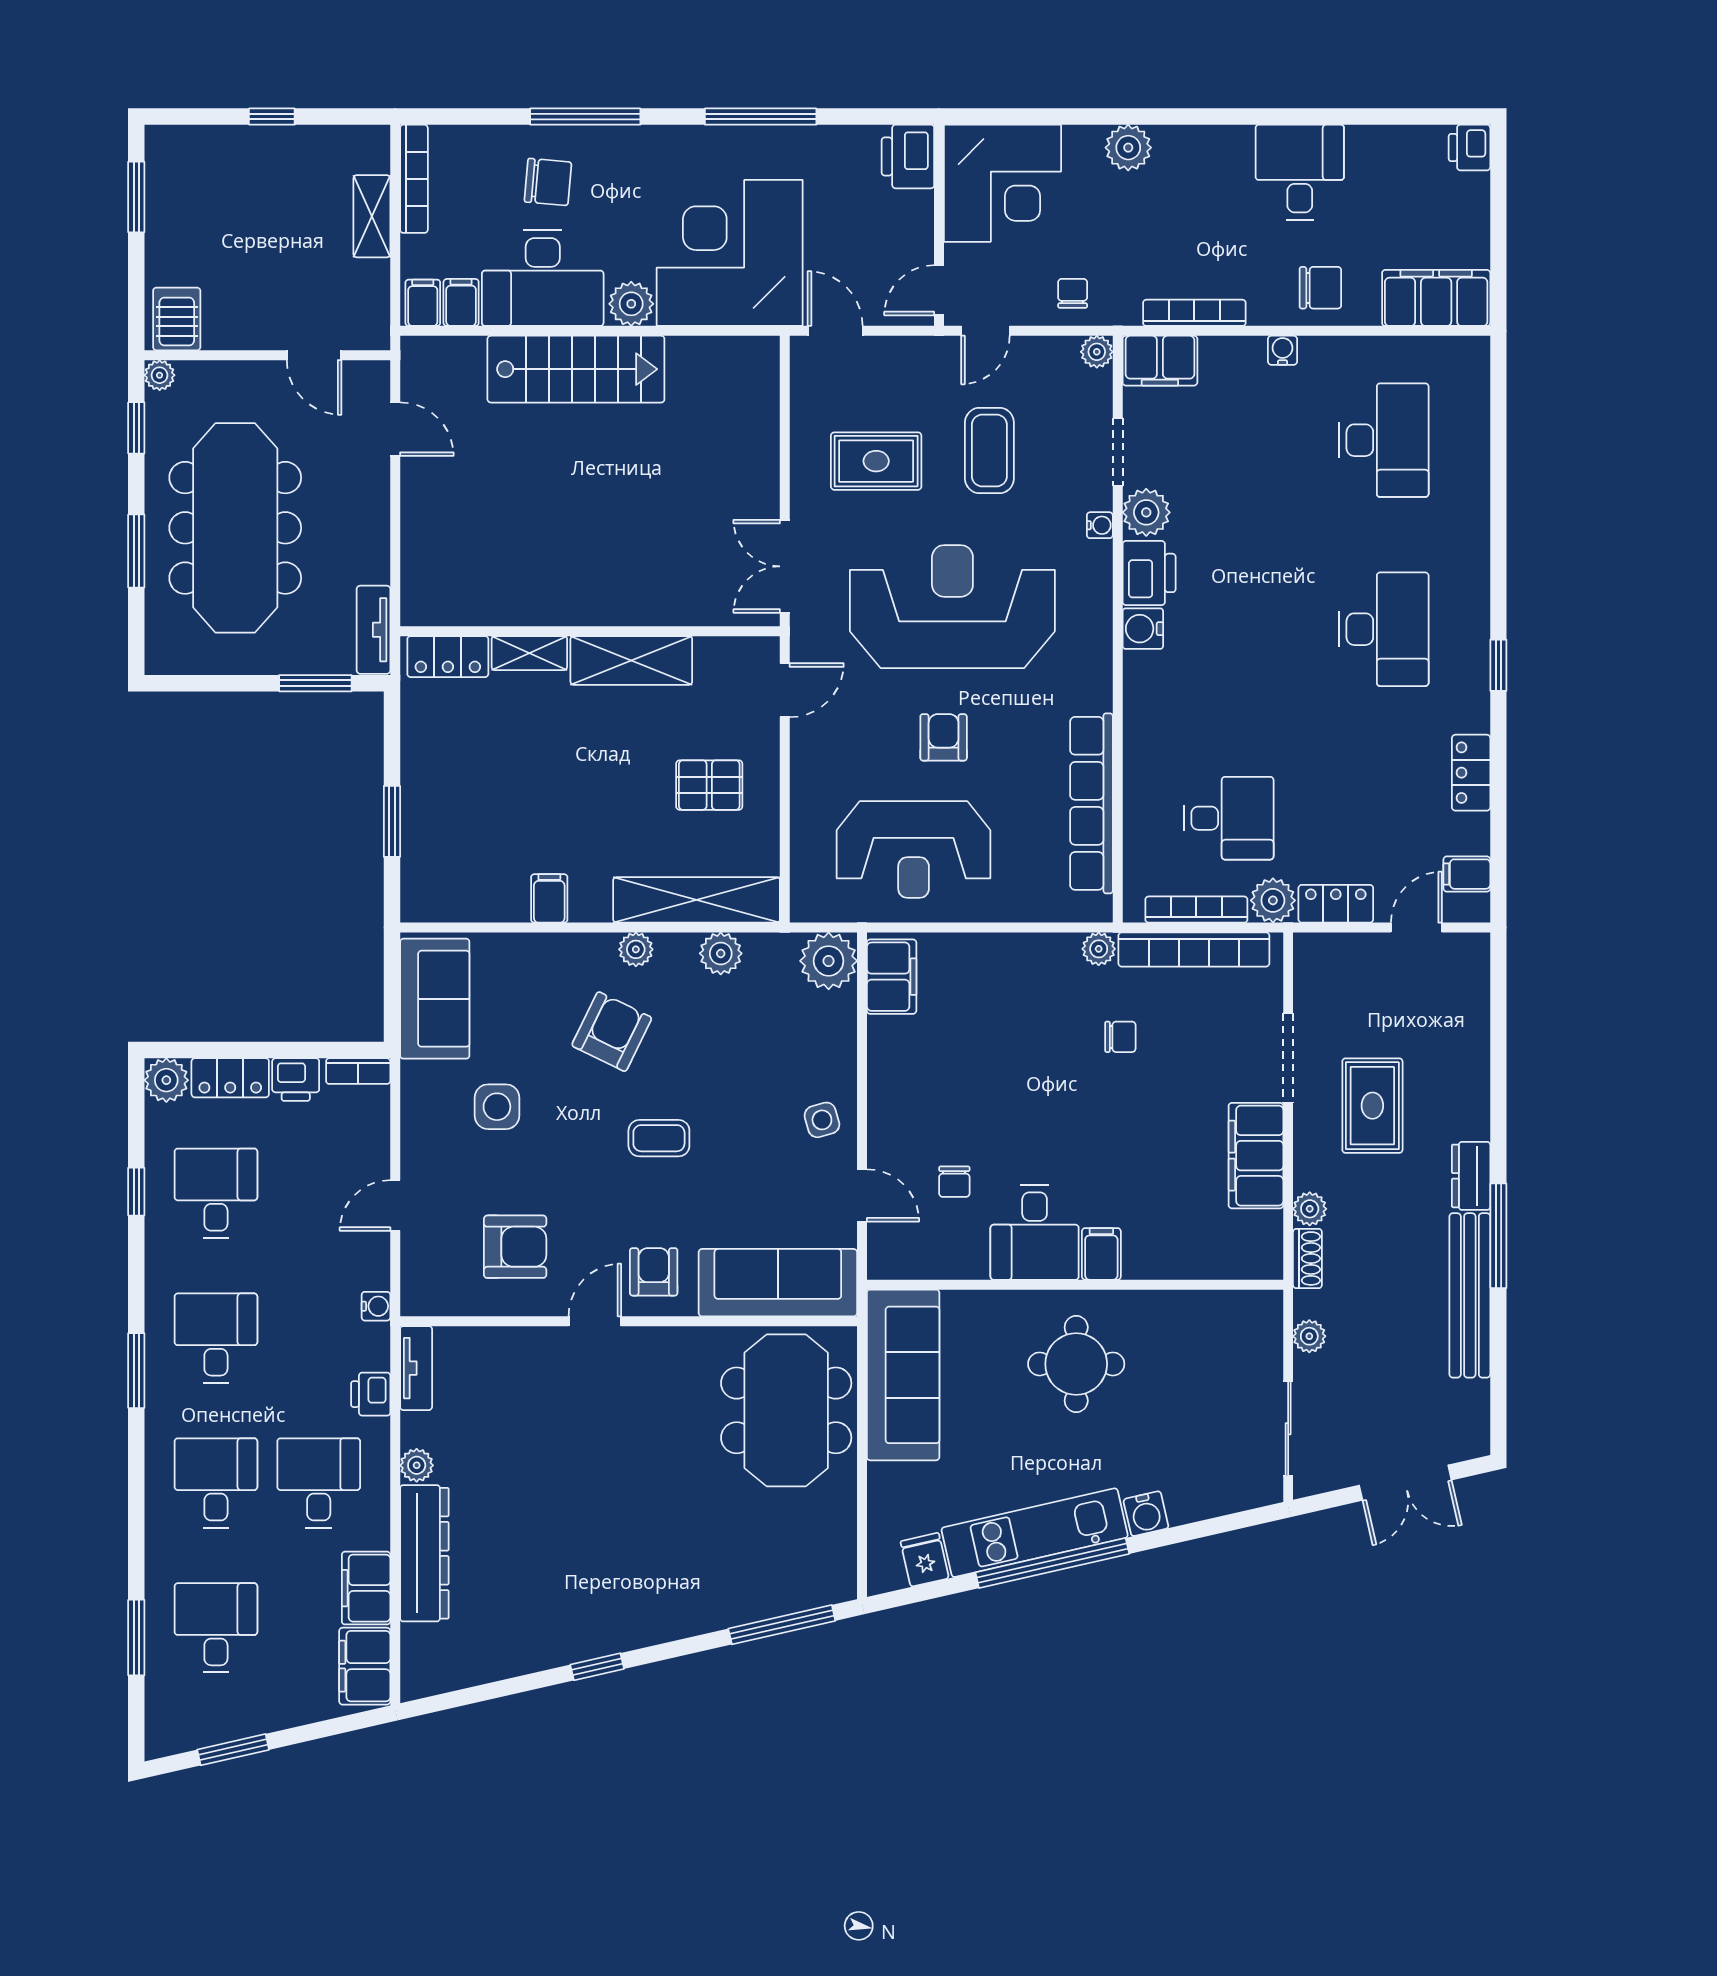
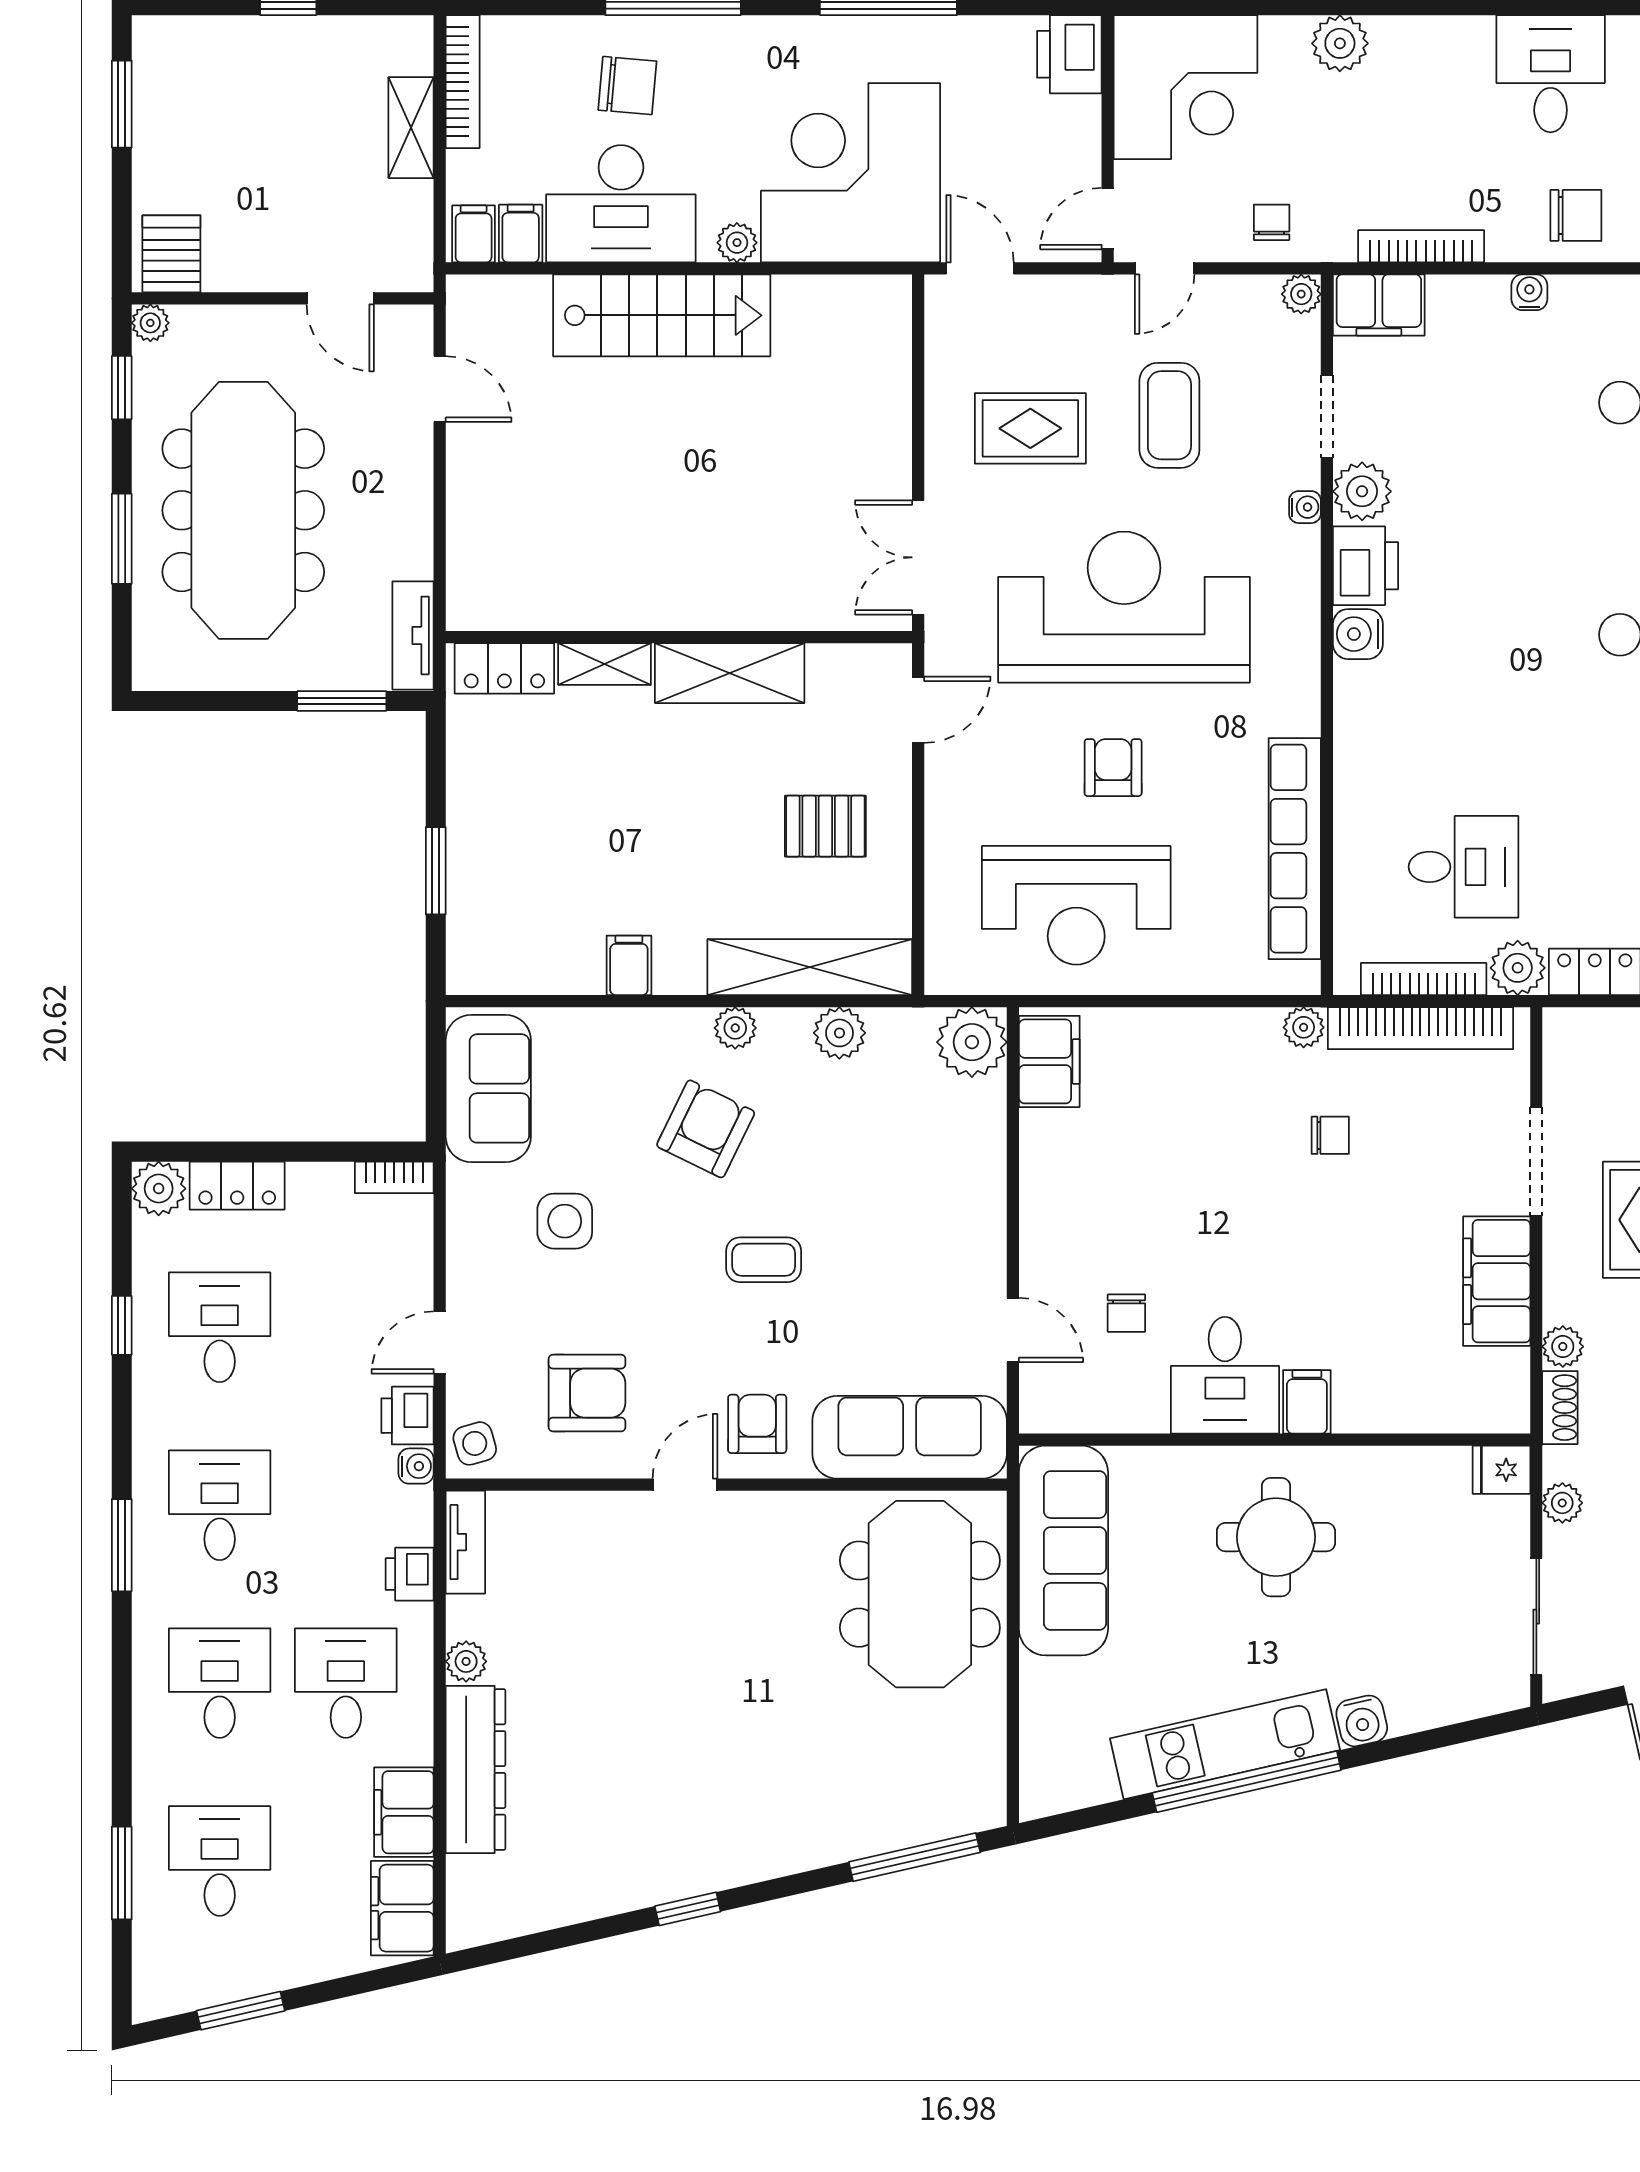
plant: (631, 304) -> (737, 243), width x0.73, depth x0.73
printer: (296, 1080) -> (408, 1416), moved, turned 90
side table: (822, 1120) -> (475, 1443), moved
fridge: (925, 1560) -> (1501, 1470), moved, turned -77

